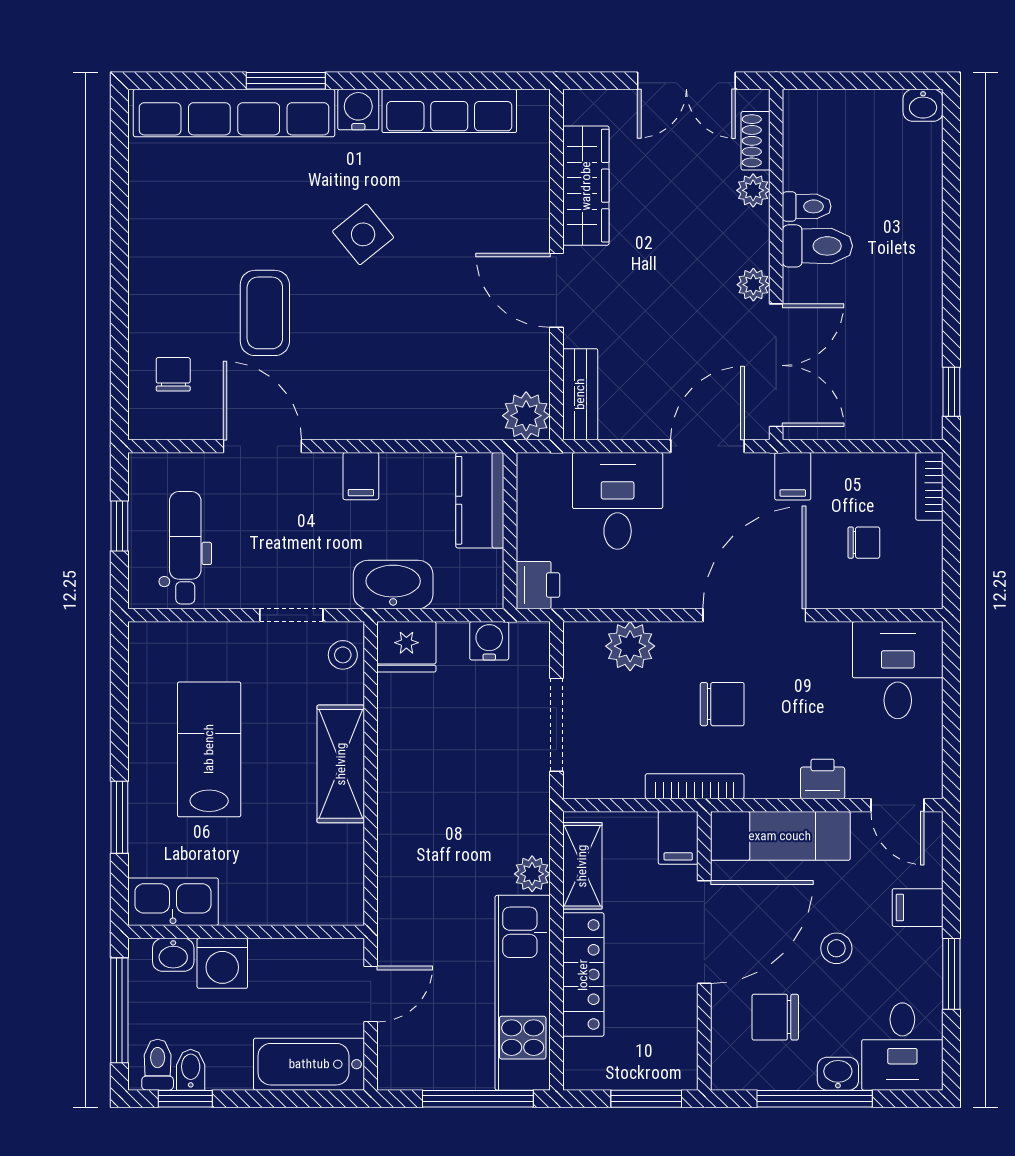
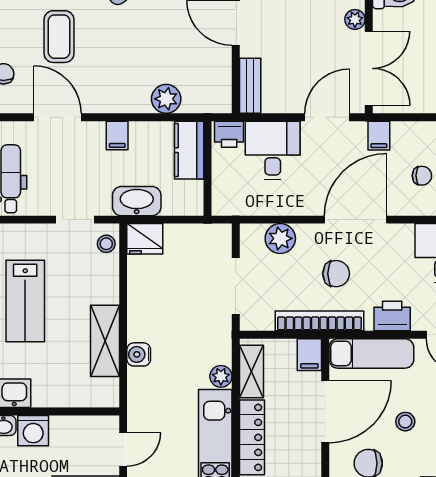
plant: (526, 416) -> (166, 99), moved
printer: (538, 585) -> (229, 134), moved, turned 90
water cooler: (489, 641) -> (139, 354), moved, turned -90
lab bench: (209, 749) -> (25, 301), turned 180
shelving: (341, 764) -> (105, 341), moved
printer: (823, 779) -> (392, 316), width x1.36, depth x1.24
bookcase: (695, 786) -> (319, 321), width x1.48, depth x1.31

